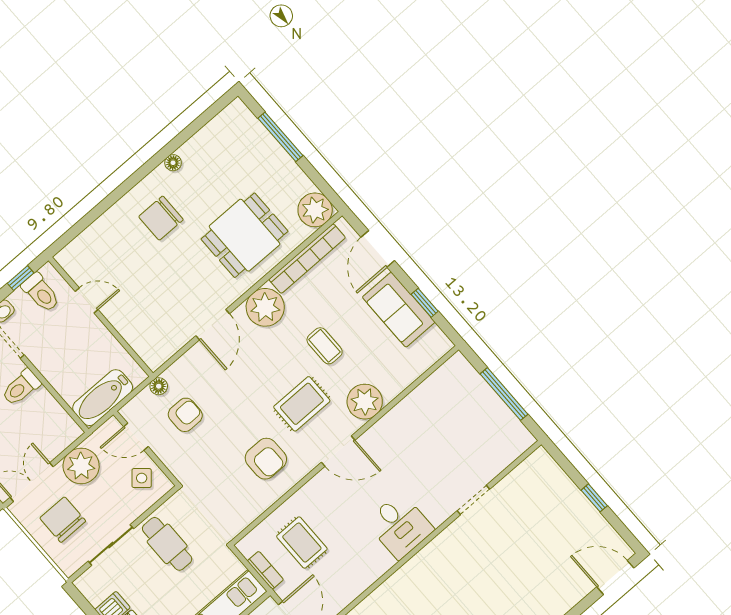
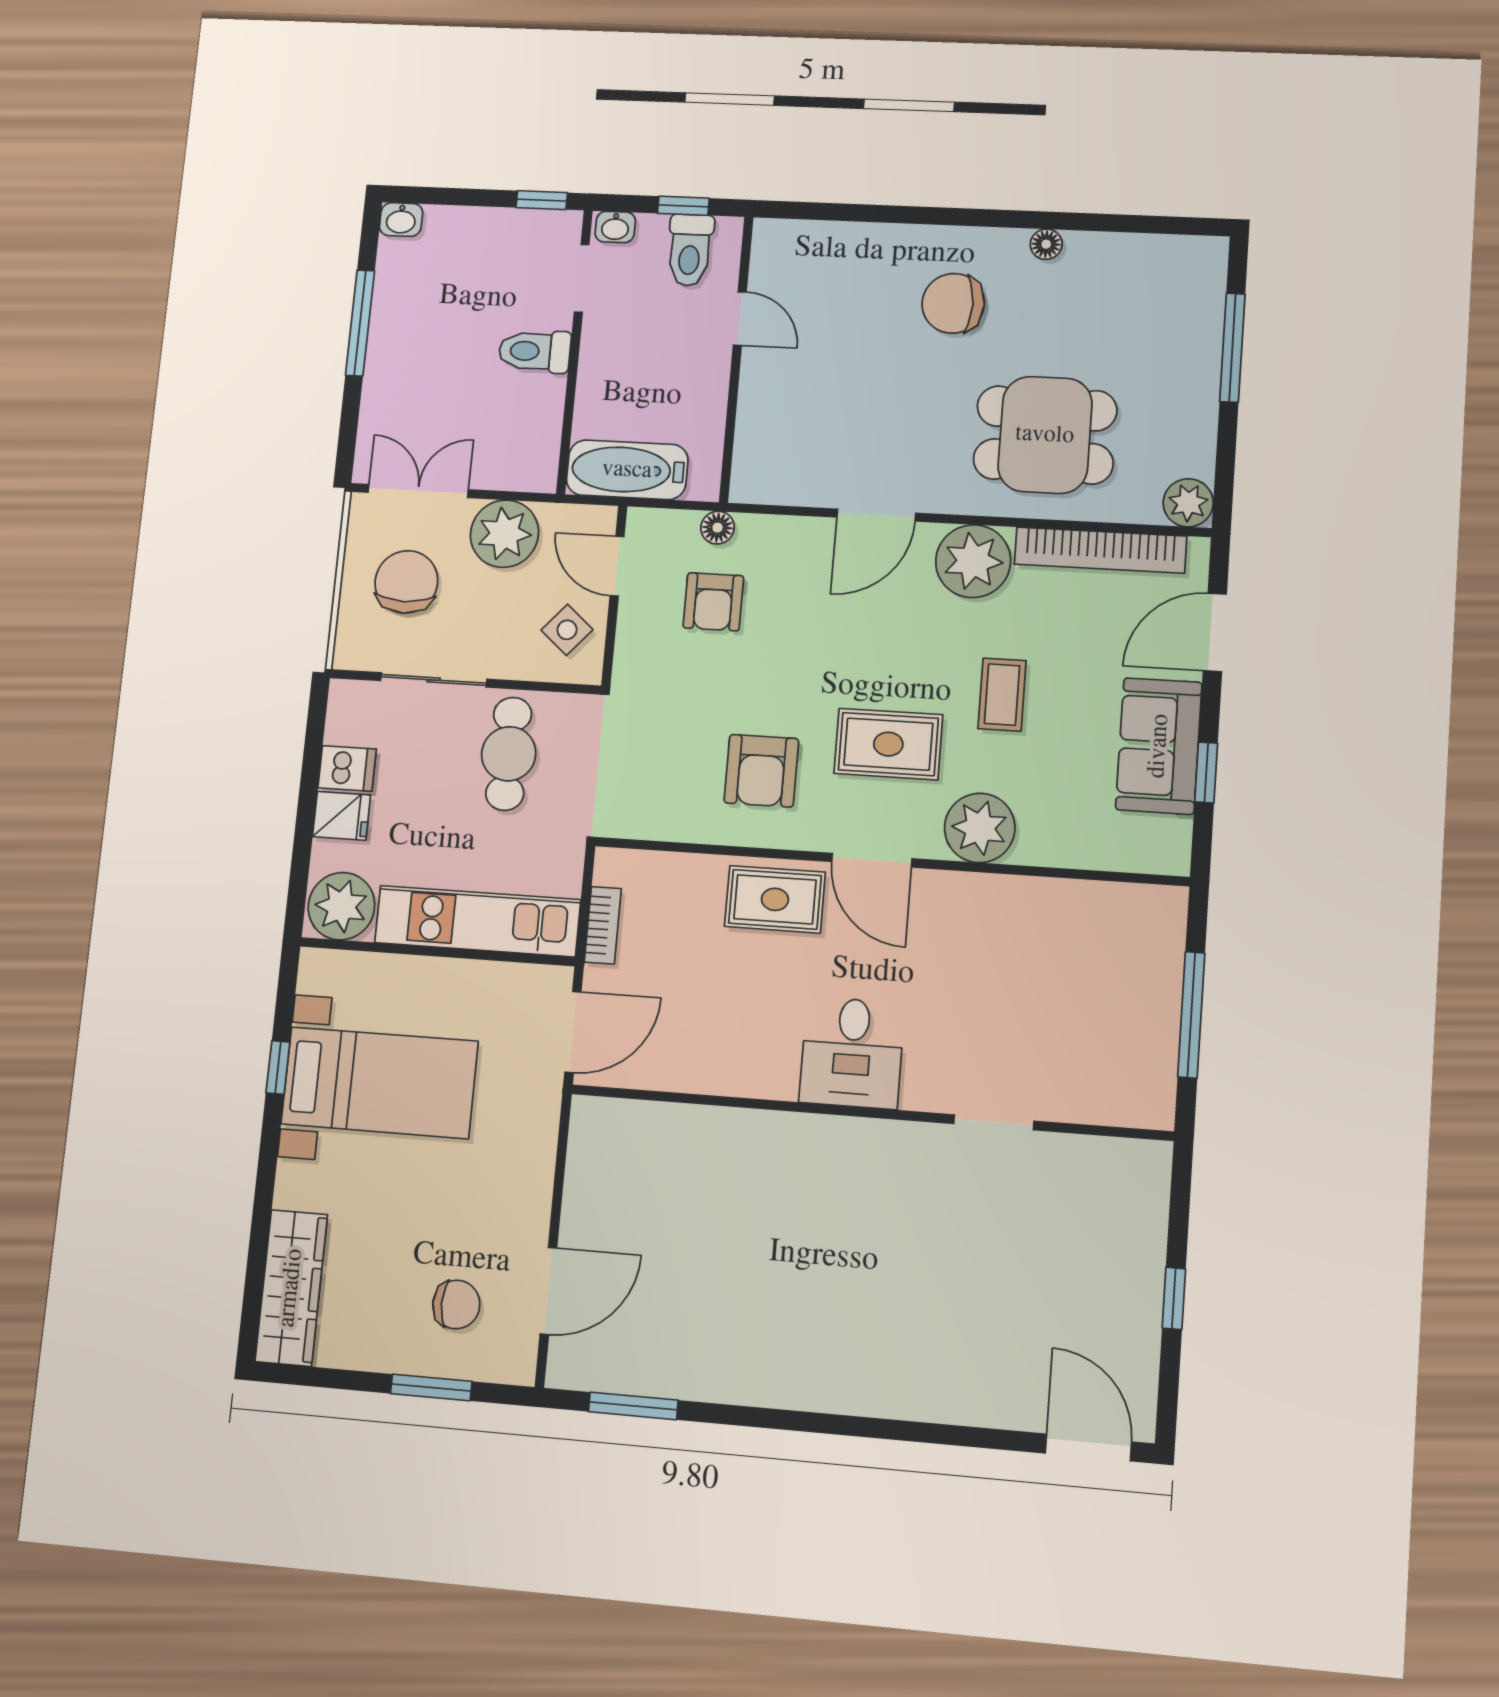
plant: (315, 210) -> (1188, 503), width x0.73, depth x0.73
armchair: (185, 415) -> (713, 602), turned 90
rug: (302, 543) -> (775, 899), moved, turned 90

